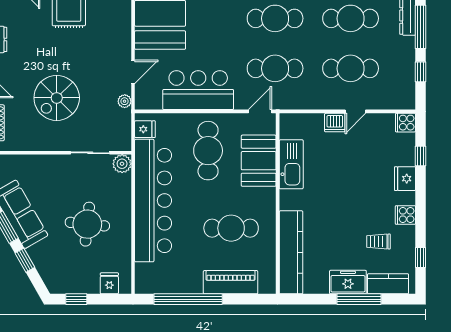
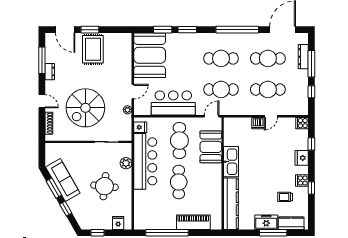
spiral stairs: (57, 98) -> (85, 108), width x1.37, depth x1.37
plant: (122, 164) -> (126, 163), moved
kitchen sink: (291, 164) -> (231, 162), moved
bar counter: (153, 201) -> (145, 161), width x0.73
cafe table: (231, 228) -> (179, 182), moved, turned 90
window: (421, 258) -> (311, 188), moved

